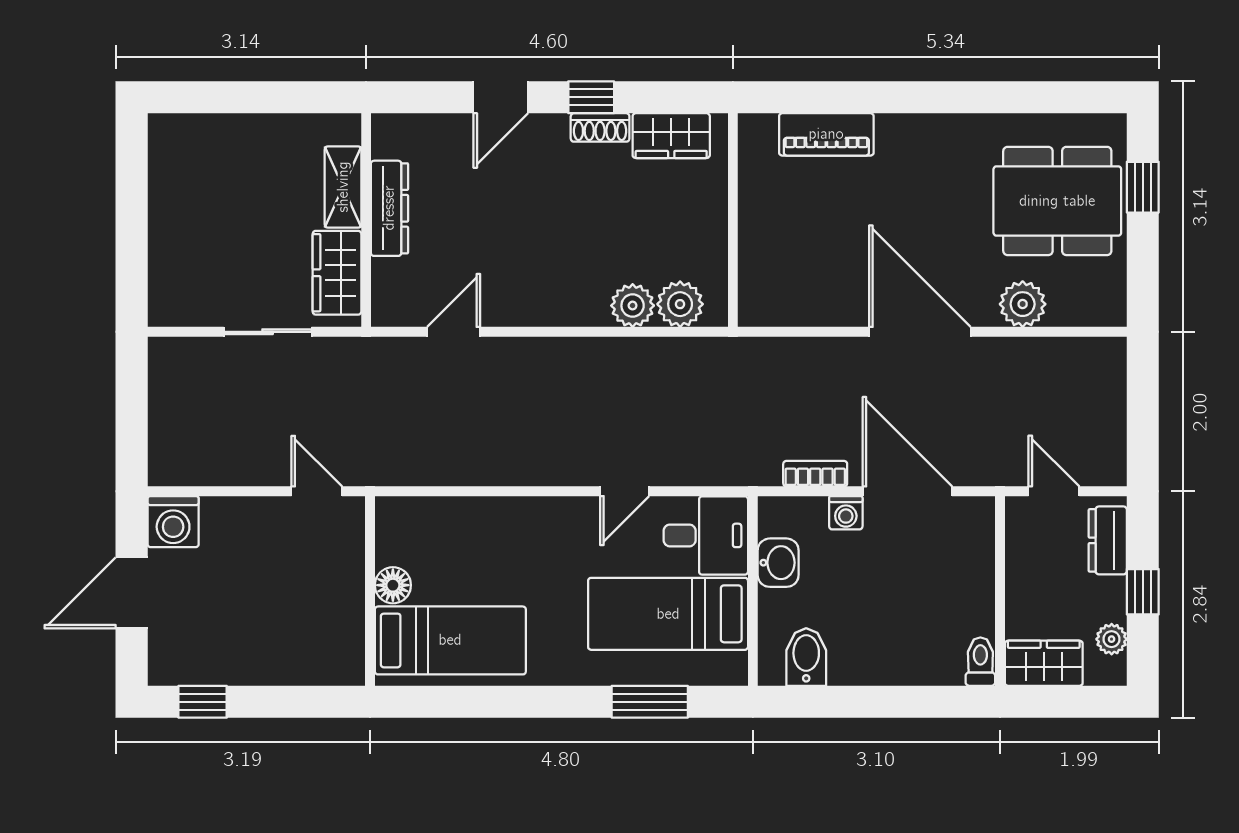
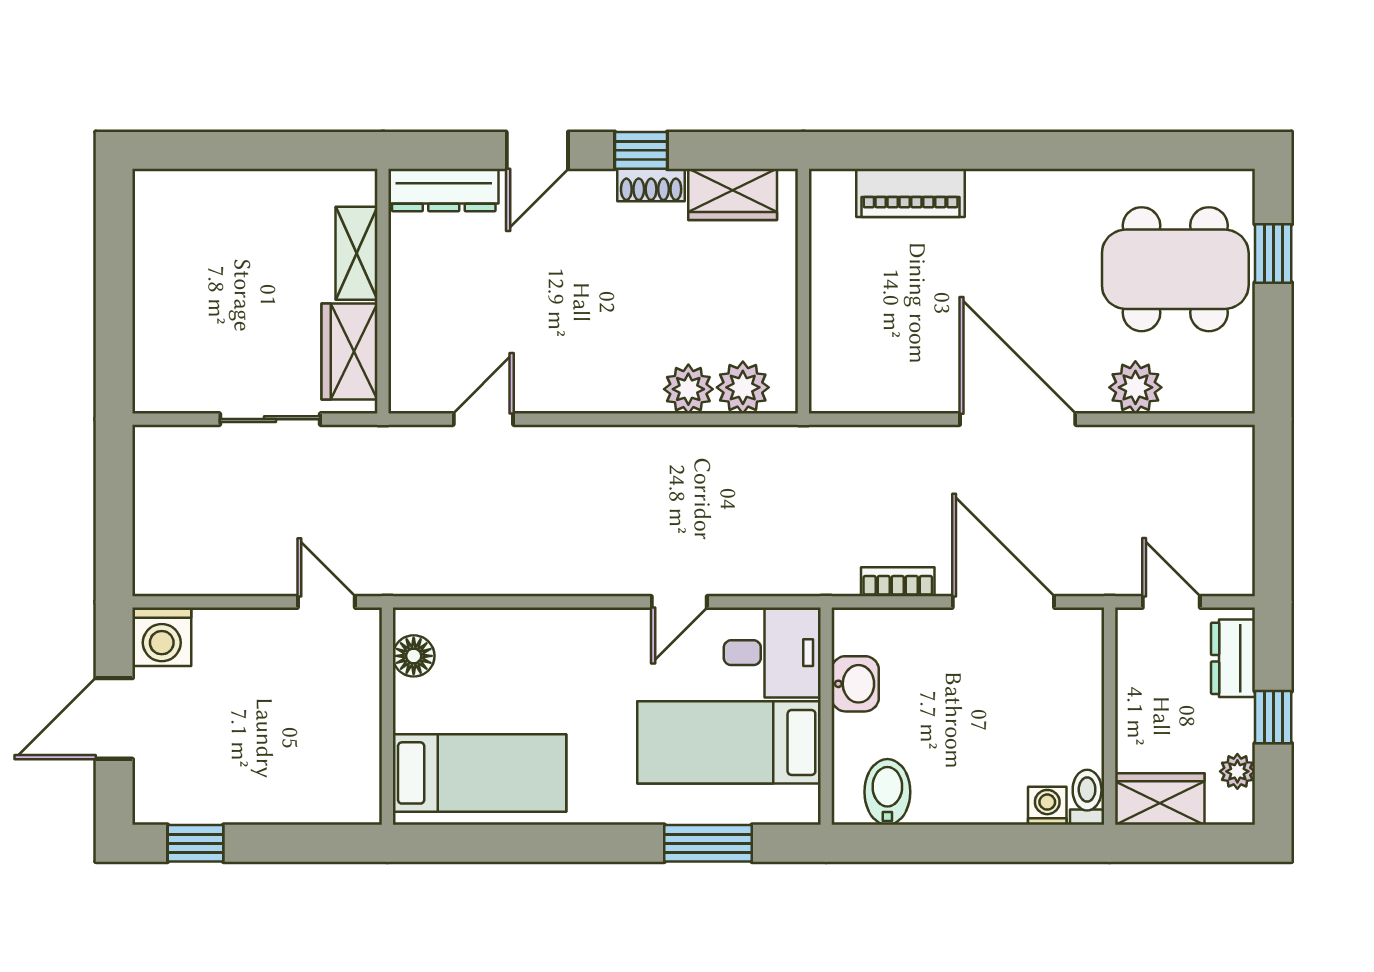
dresser: (389, 208) -> (444, 190), moved, turned 90
washing machine: (846, 513) -> (1047, 806), moved, turned 180
floor lamp: (393, 585) -> (414, 656), moved

